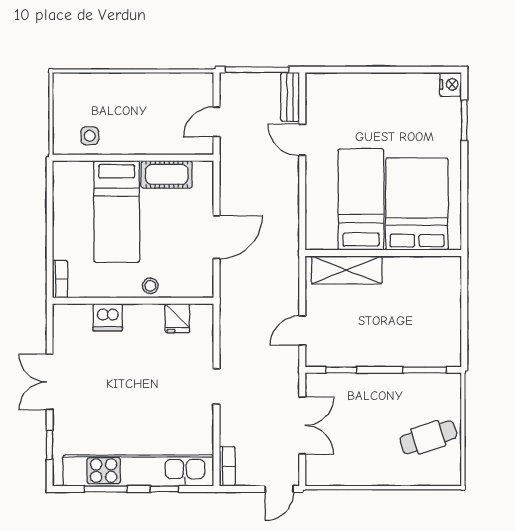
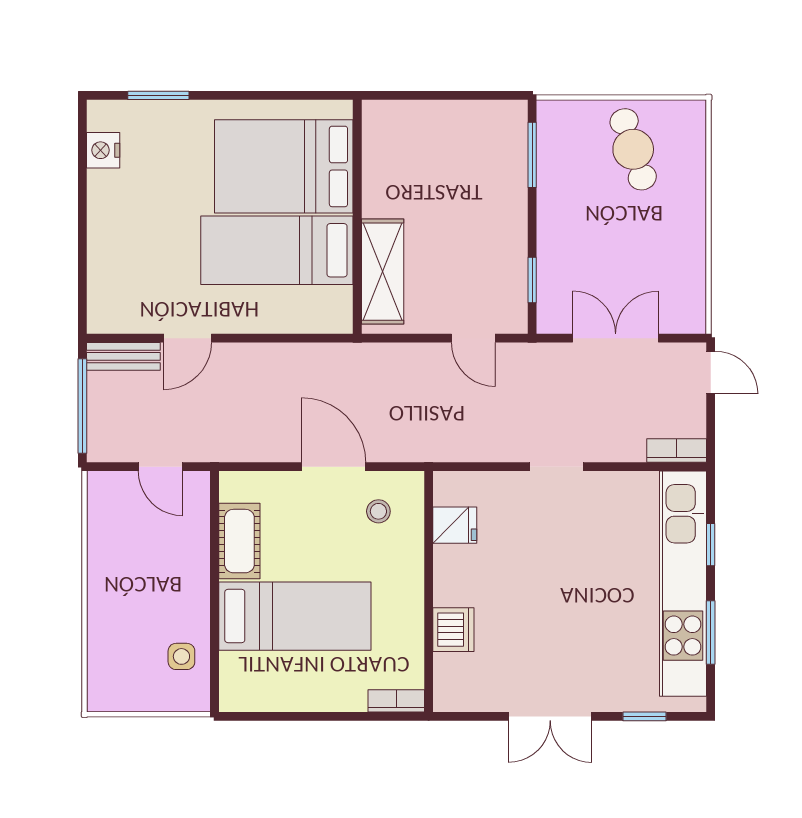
nightstand: (450, 84) -> (103, 150), moved, turned -90
stool: (150, 286) -> (378, 511), moved

